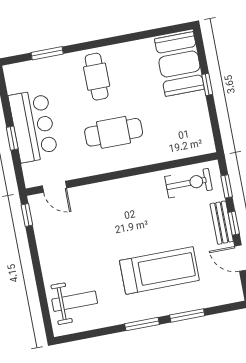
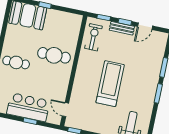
cafe table: (114, 132) -> (54, 55), moved, turned 90
door: (54, 187) -> (65, 110), swing flipped
treadmill: (159, 270) -> (110, 84), moved

